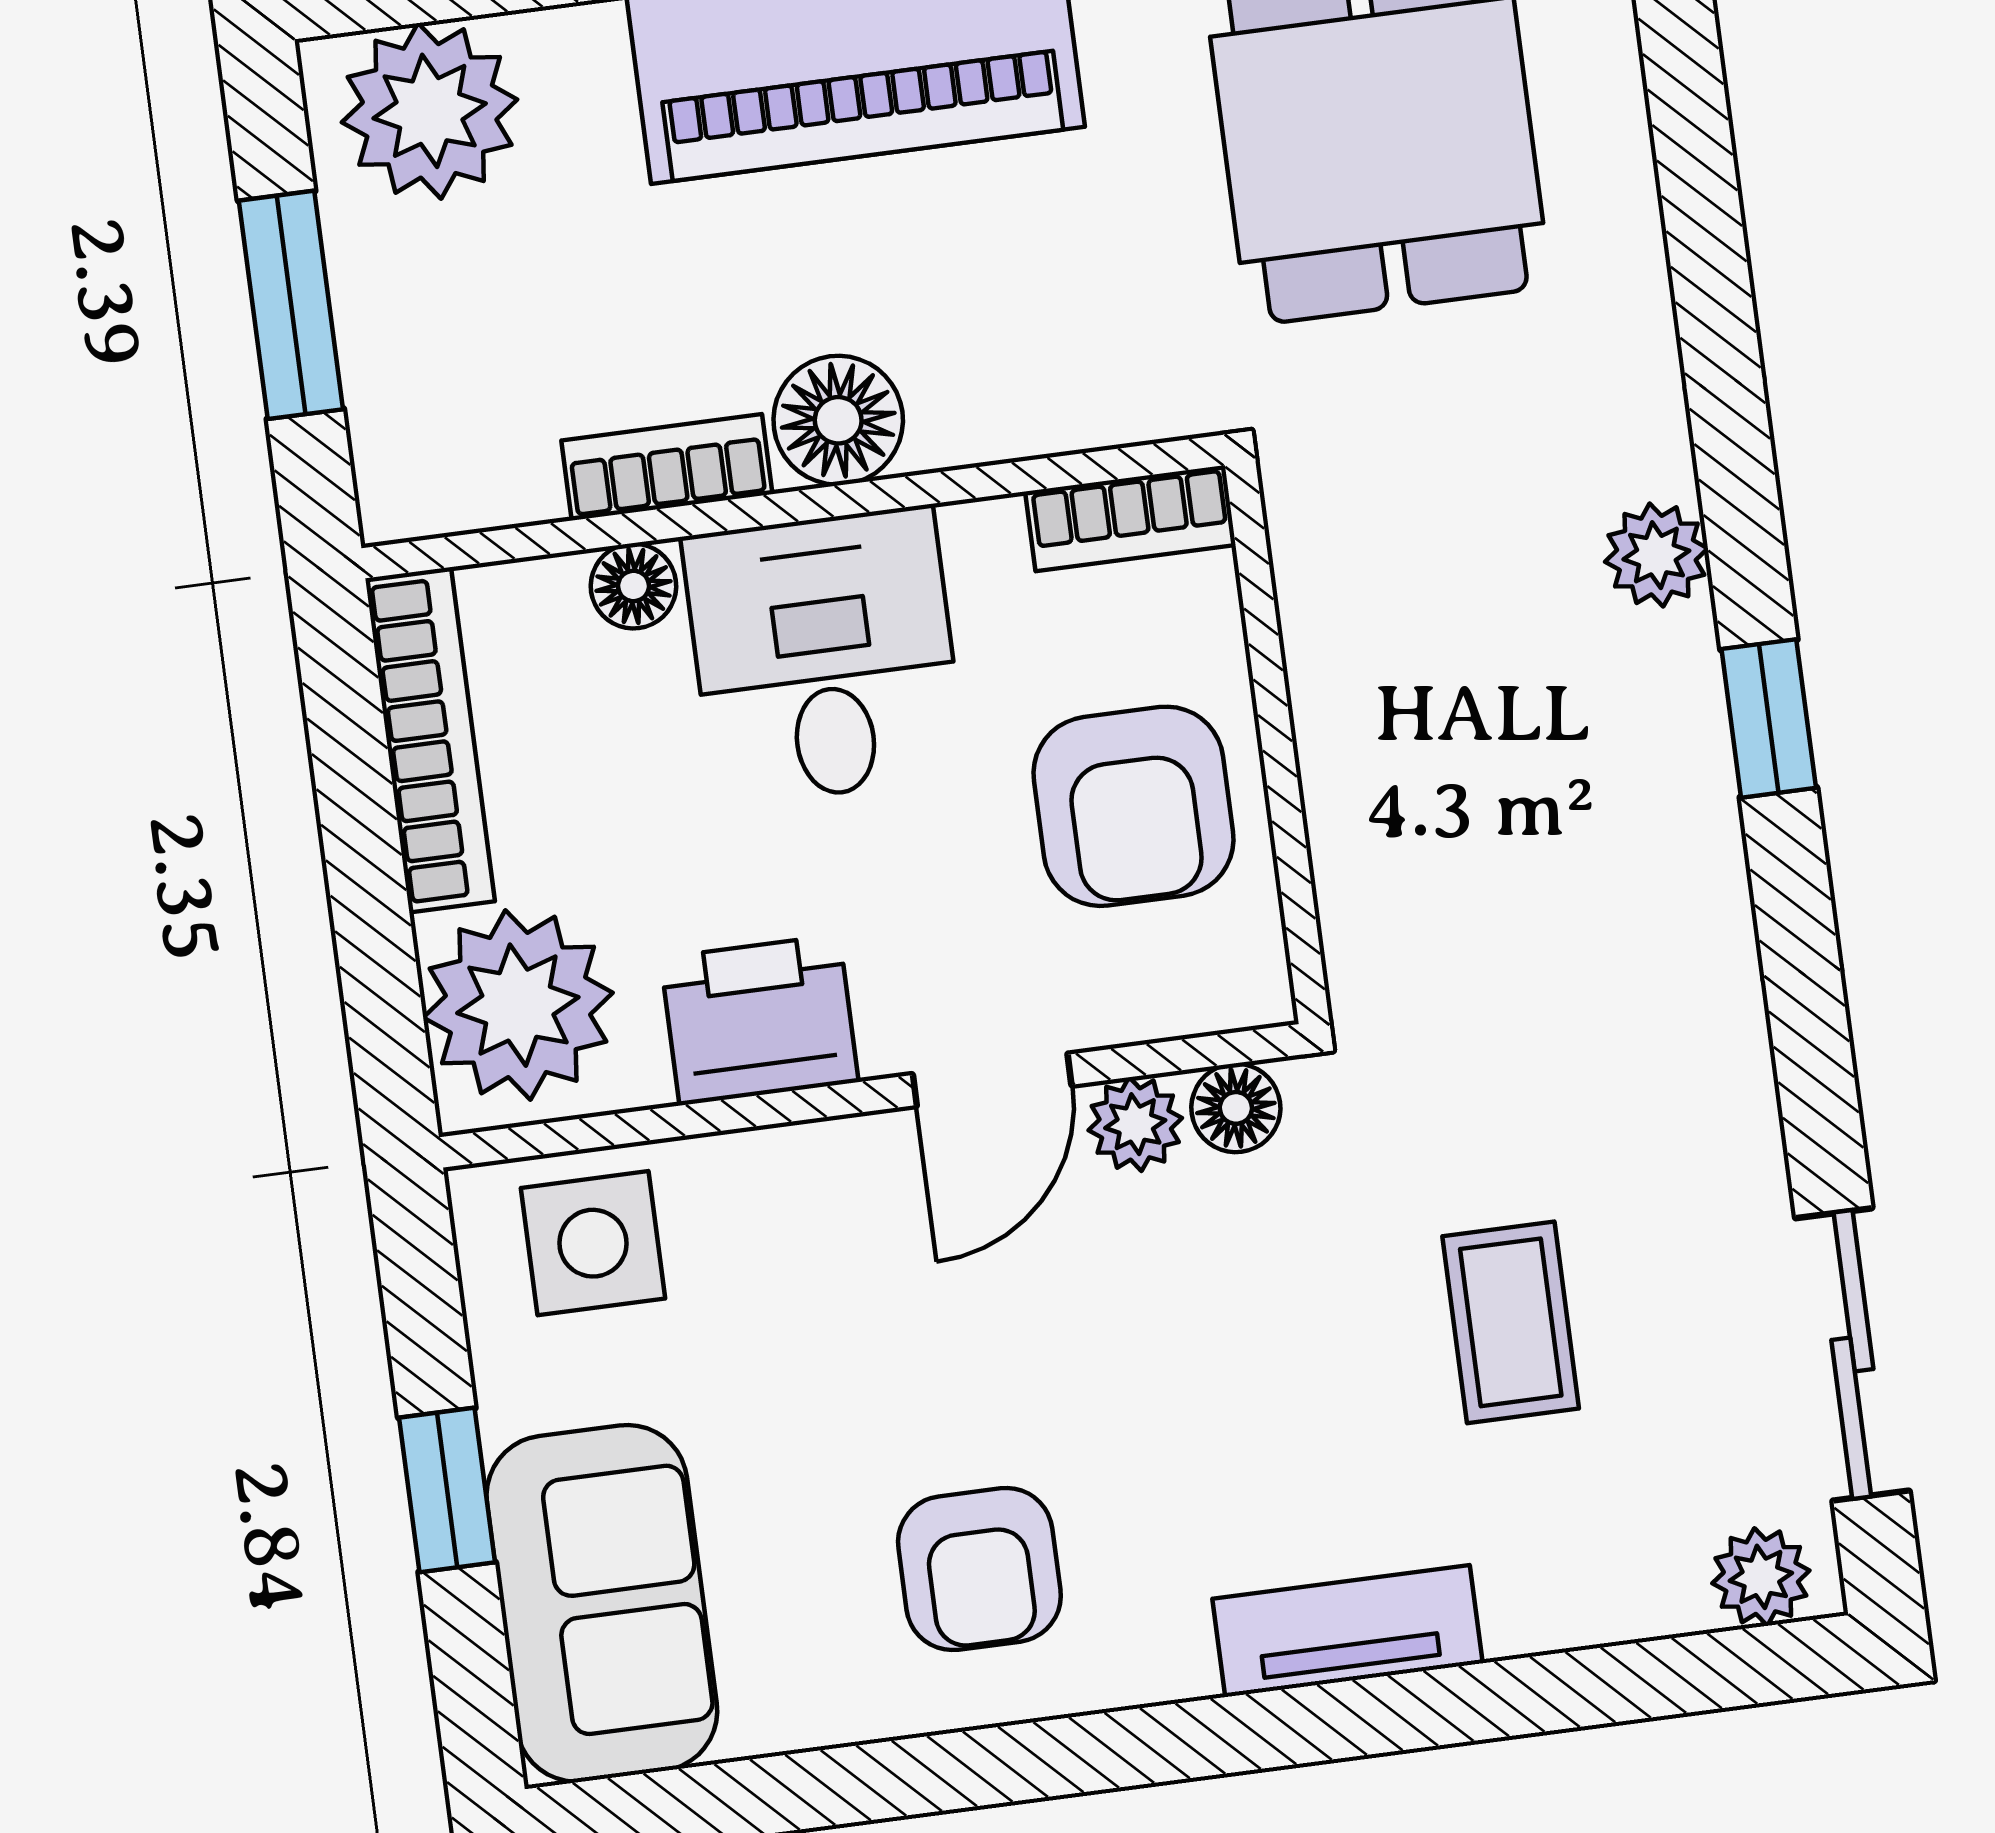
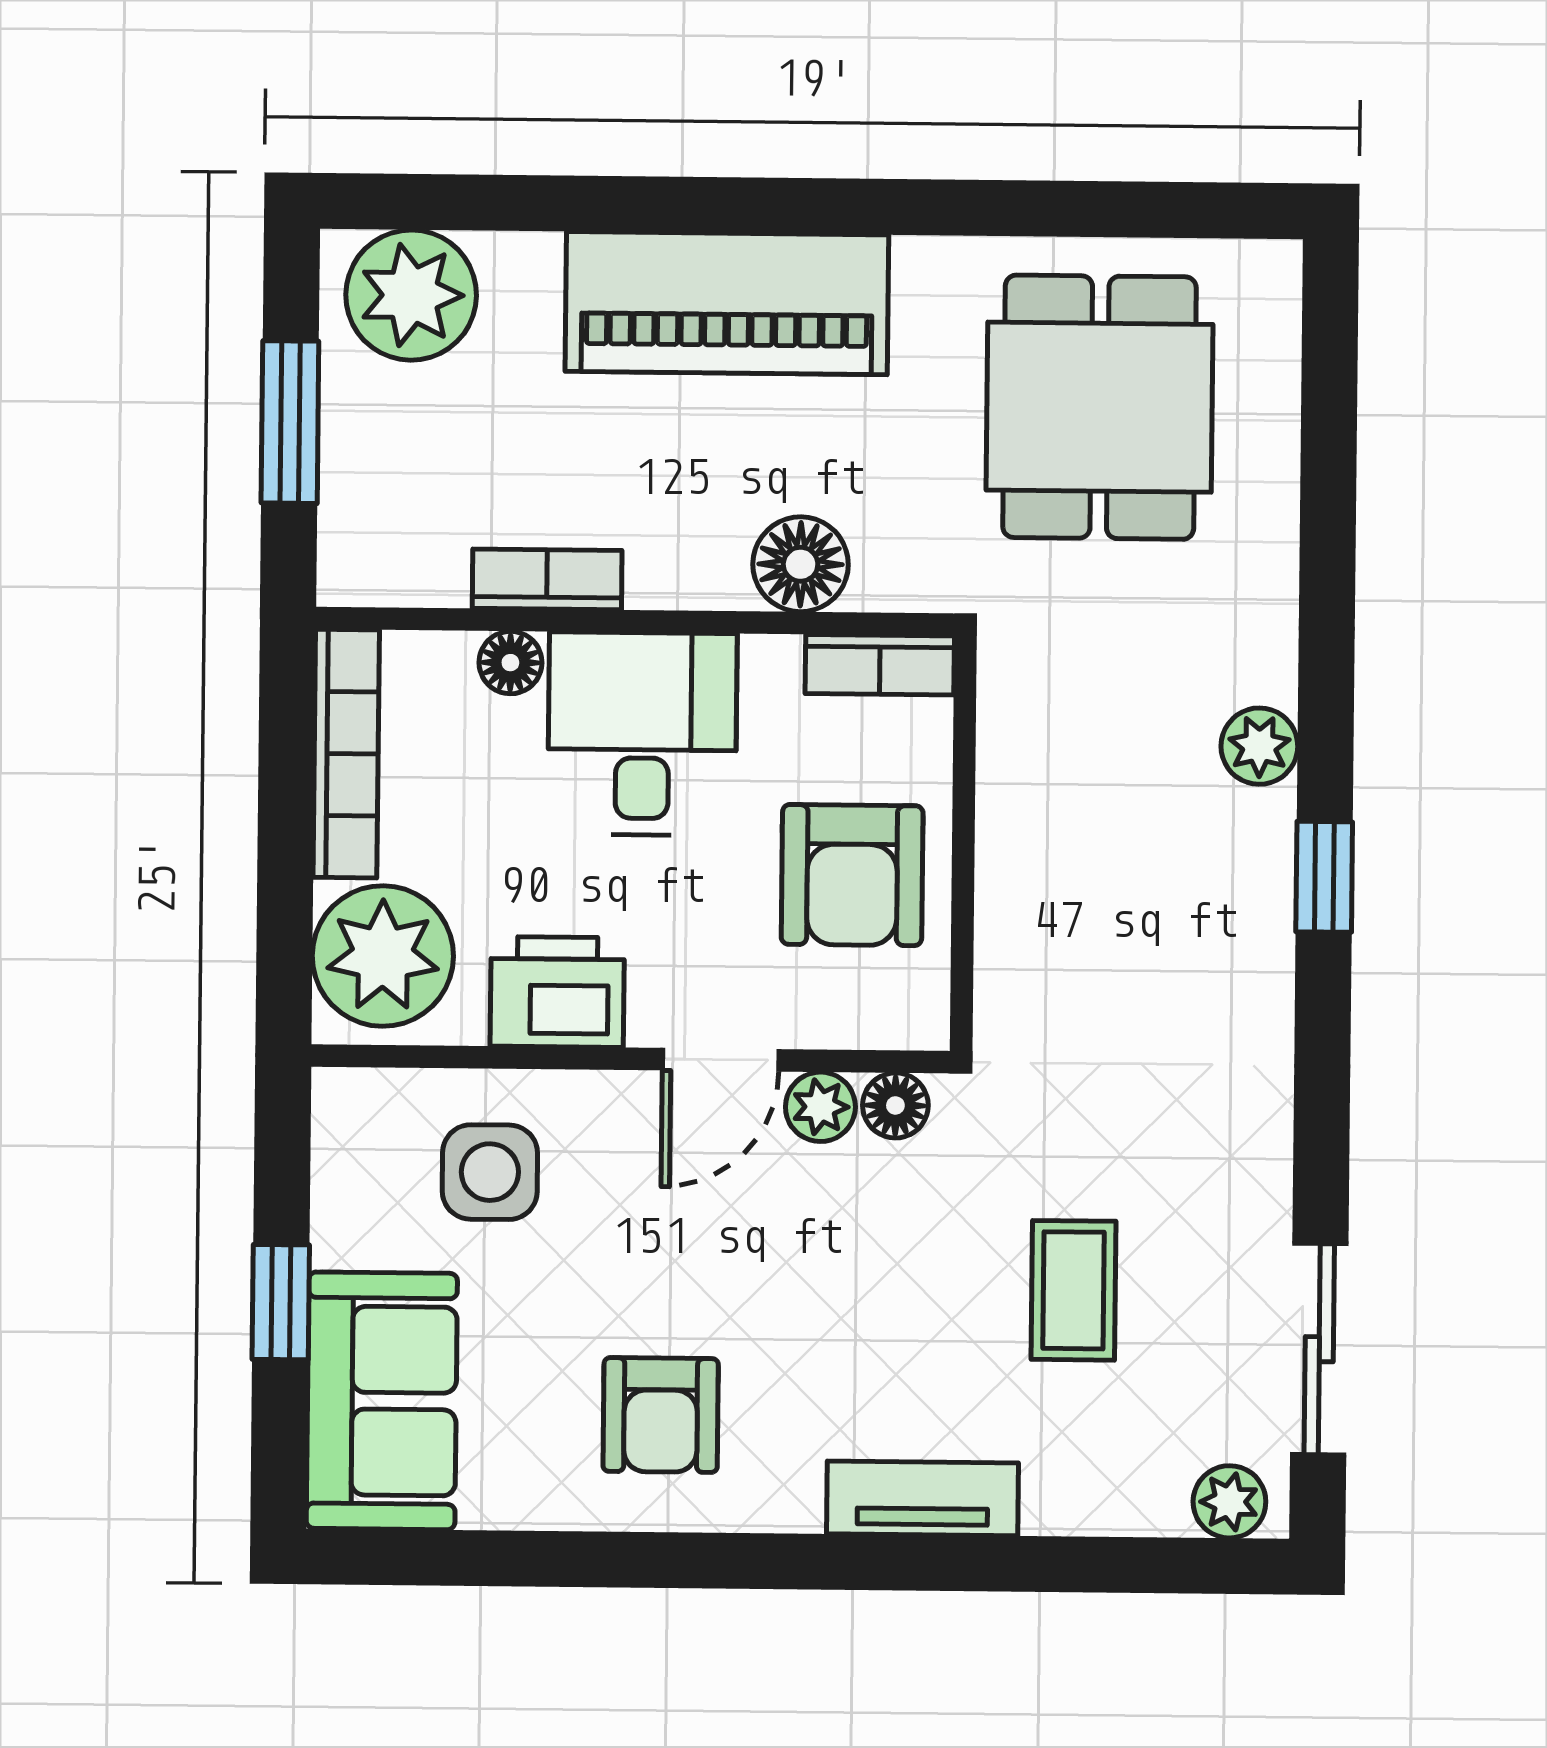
floor lamp: (838, 420) -> (801, 564), moved
side table: (593, 1243) -> (490, 1172), moved

